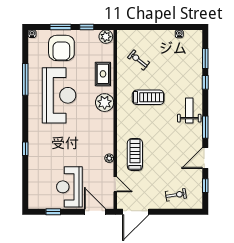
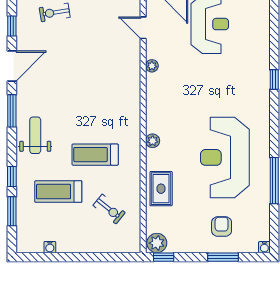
window: (87, 27) -> (164, 257), moved
armchair: (61, 48) -> (222, 226), width x0.53, depth x0.53
plant: (105, 103) -> (153, 141), width x0.53, depth x0.53
weight bench: (189, 111) -> (35, 135), turned 180
treadmill: (135, 155) -> (58, 192), moved, turned 90

